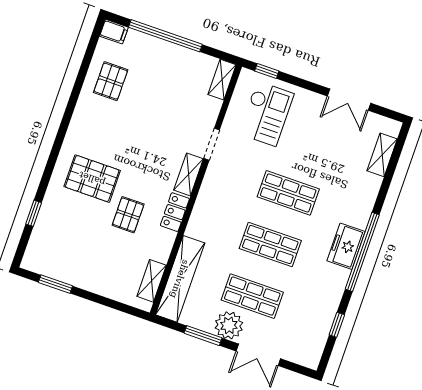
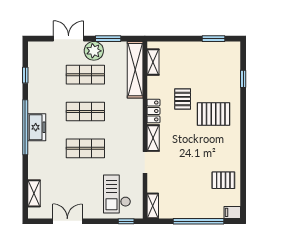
pallet: (111, 81) -> (223, 180), turned 90

